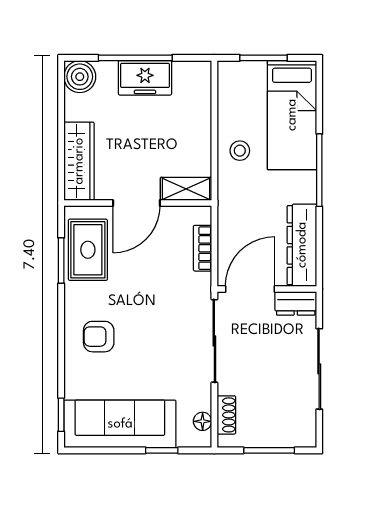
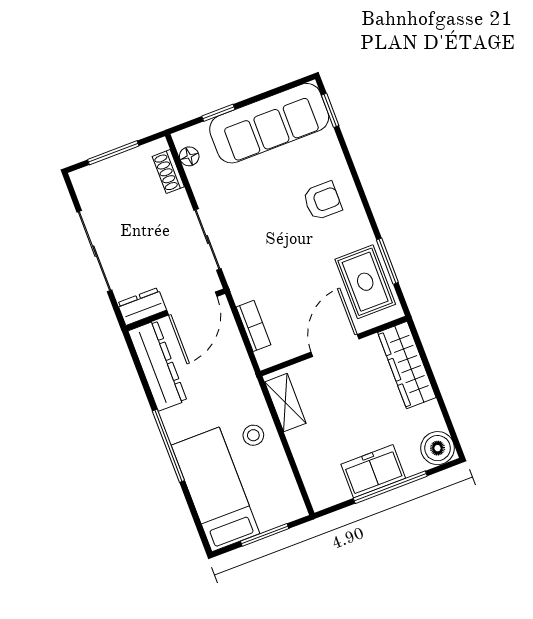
shelving: (186, 189) -> (285, 403), moved, turned 90
sliding door: (214, 341) -> (208, 240), width x0.73

